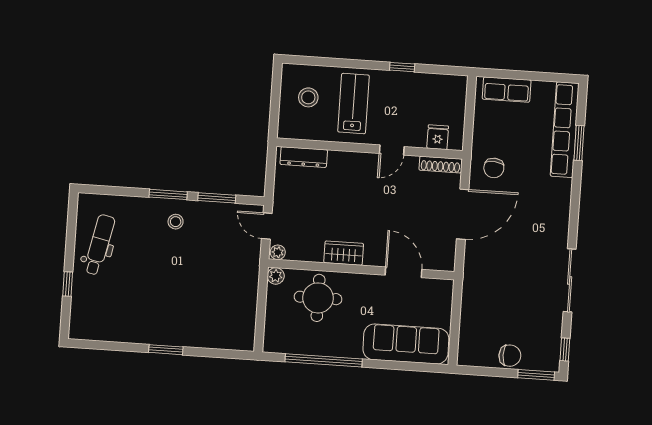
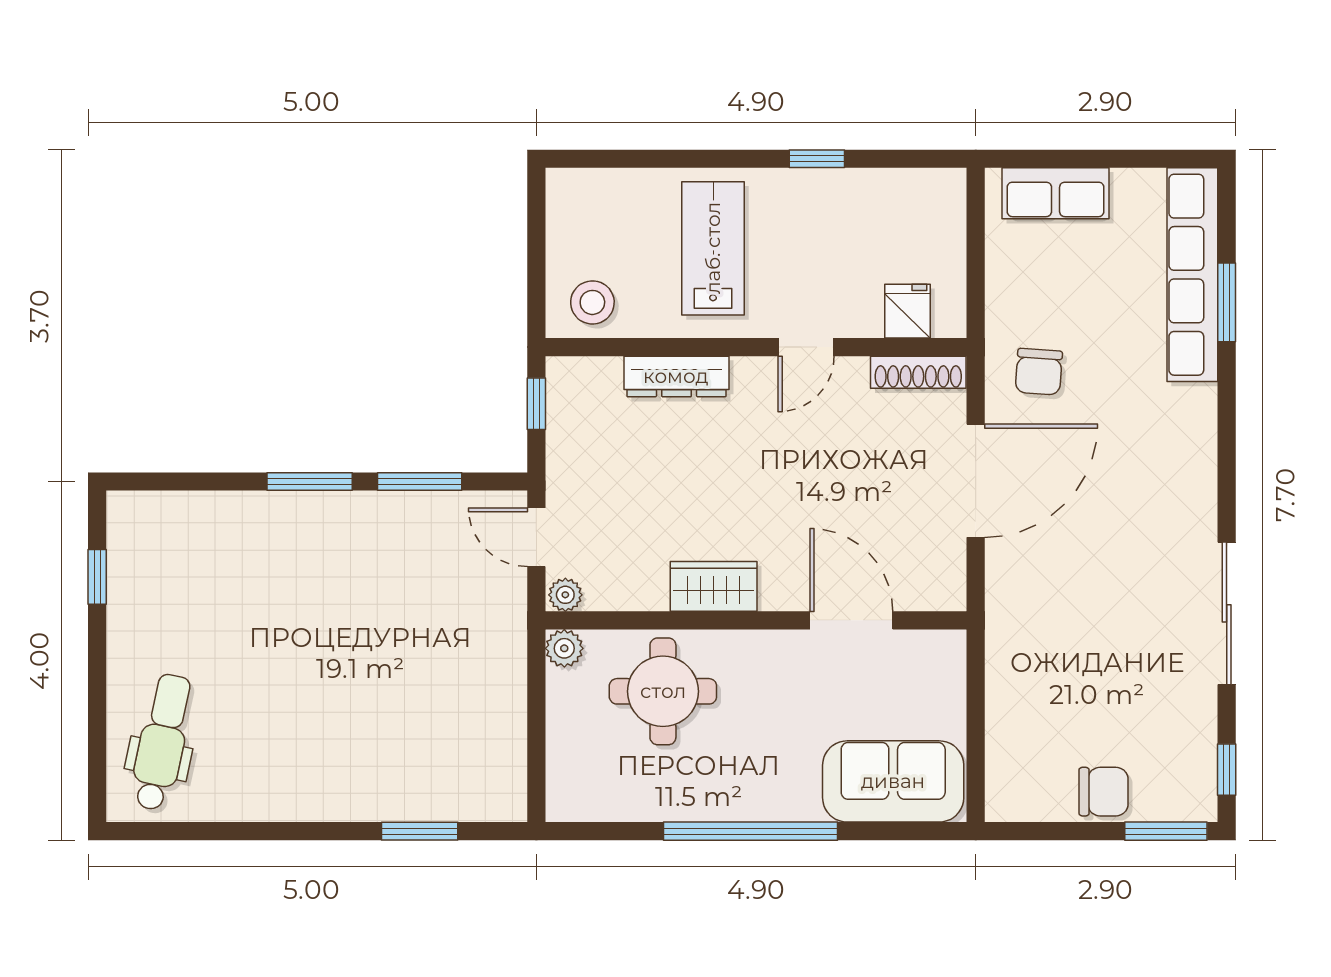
stool: (308, 97) -> (592, 302), moved
dresser: (304, 157) -> (676, 376), moved
window: (271, 167) -> (536, 404), added
stool: (176, 222) -> (331, 541), removed
dental chair: (99, 245) -> (162, 742), moved
window: (68, 284) -> (97, 577), moved
sofa: (406, 344) -> (893, 781), width x0.73
window: (166, 350) -> (420, 831), moved
window: (324, 360) -> (751, 831), moved

